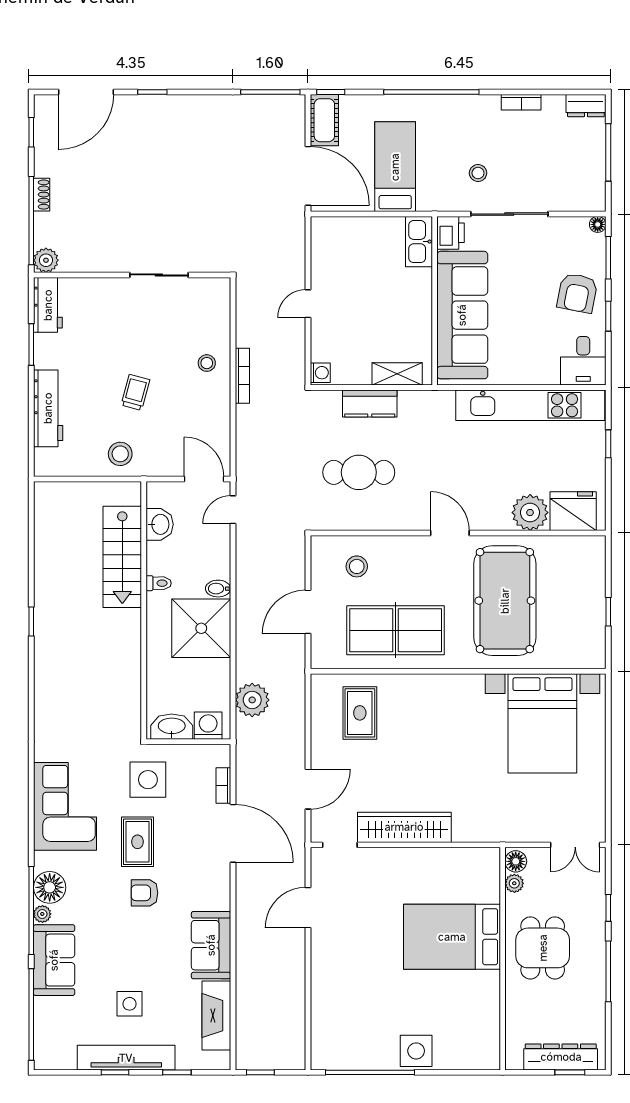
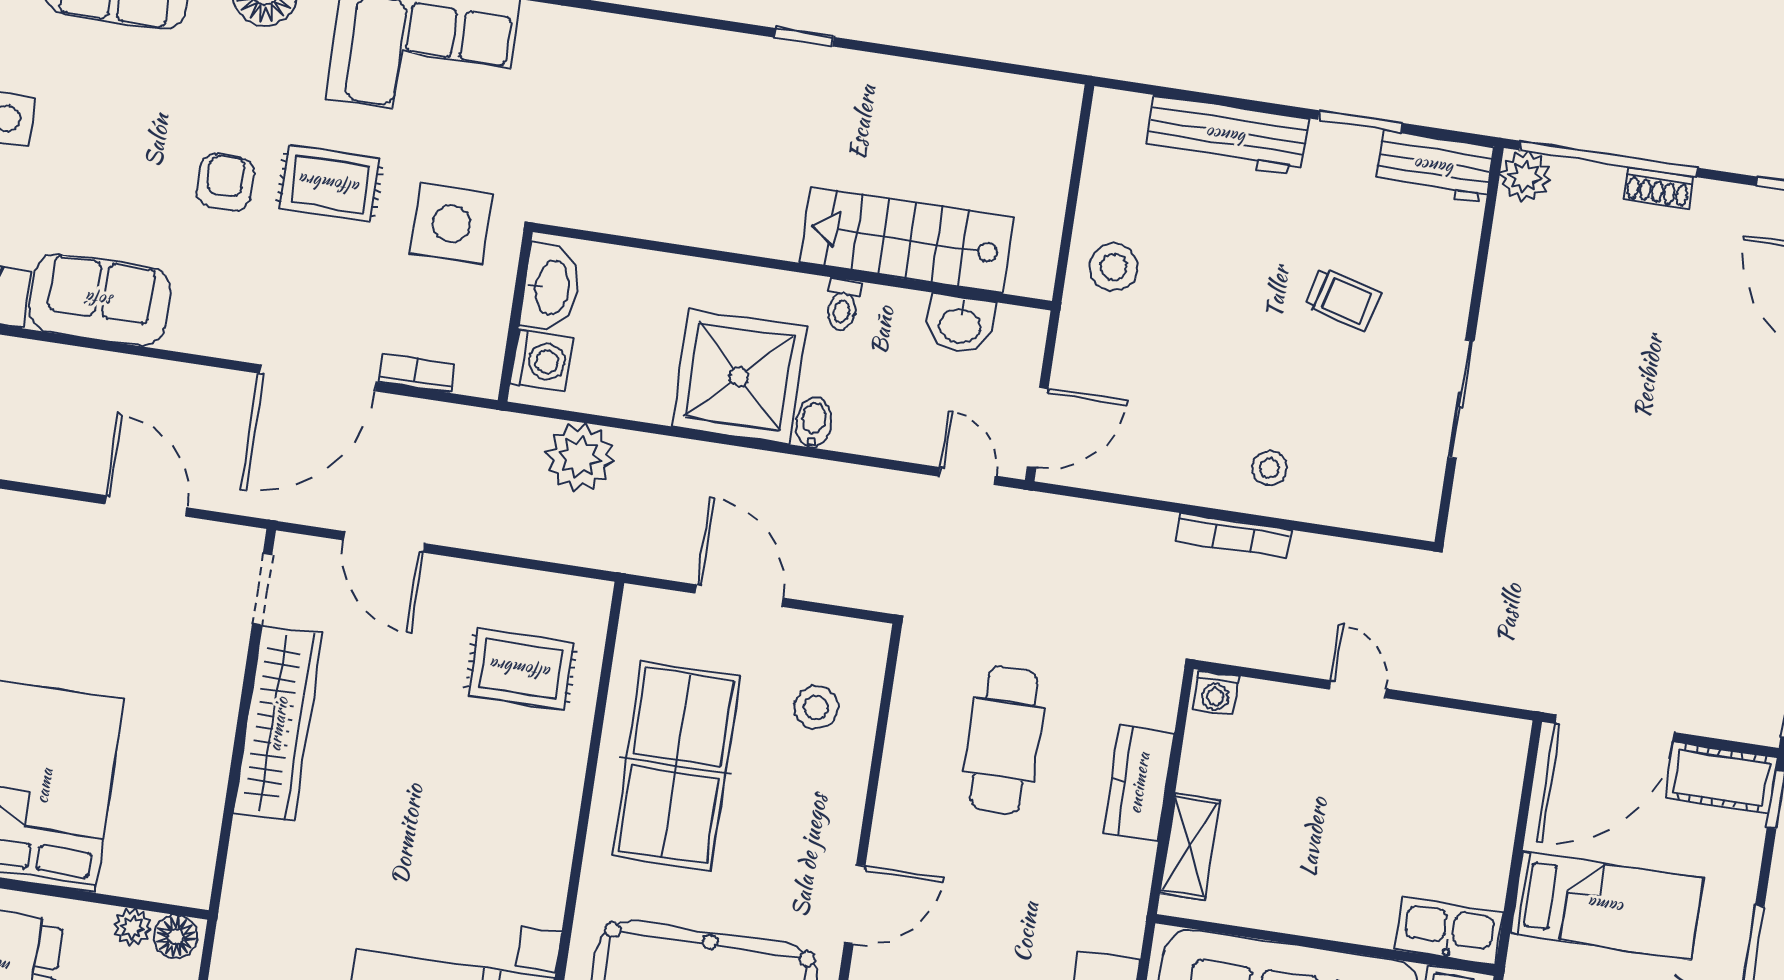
trolley: (135, 392) -> (1342, 299), moved

